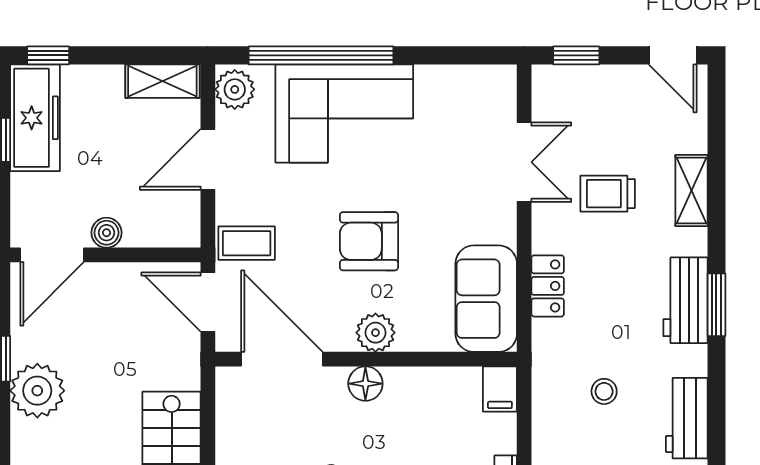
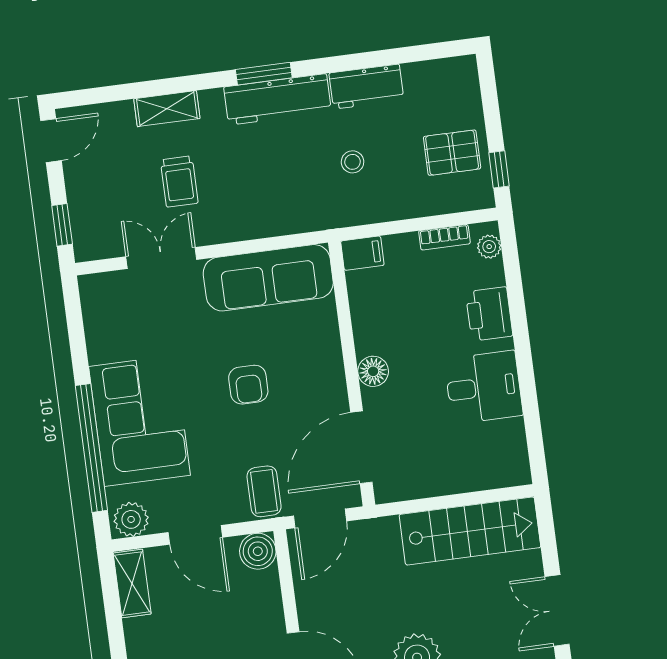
boiler: (107, 233) -> (258, 551), moved, width x1.36, depth x1.36
armchair: (369, 241) -> (248, 385), width x0.72, depth x0.72
locker: (548, 286) -> (267, 223), removed
sofa: (486, 299) -> (268, 278), width x1.36
workbench: (685, 300) -> (277, 99), width x1.38
plant: (375, 333) -> (327, 368), removed

